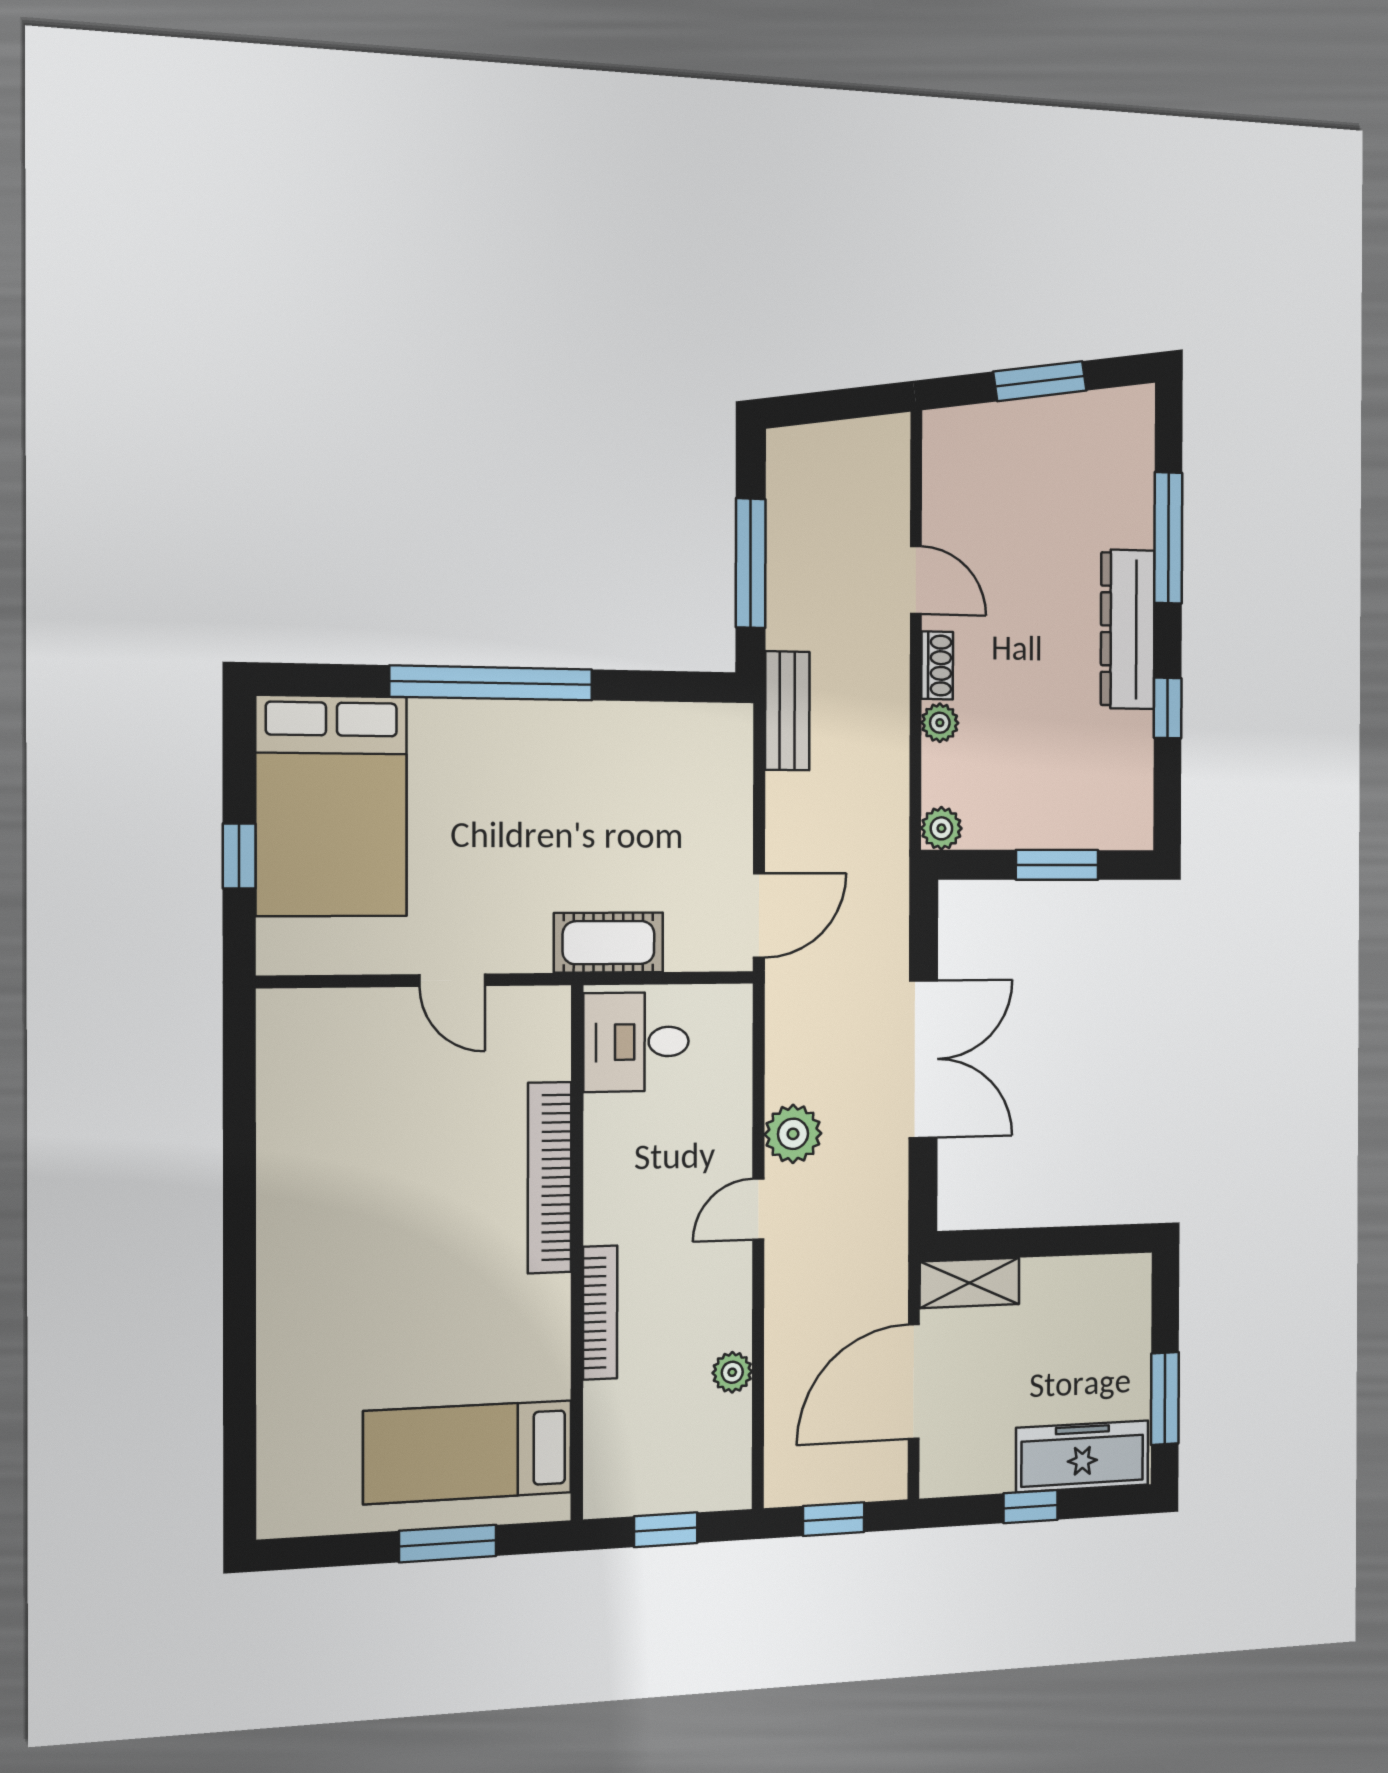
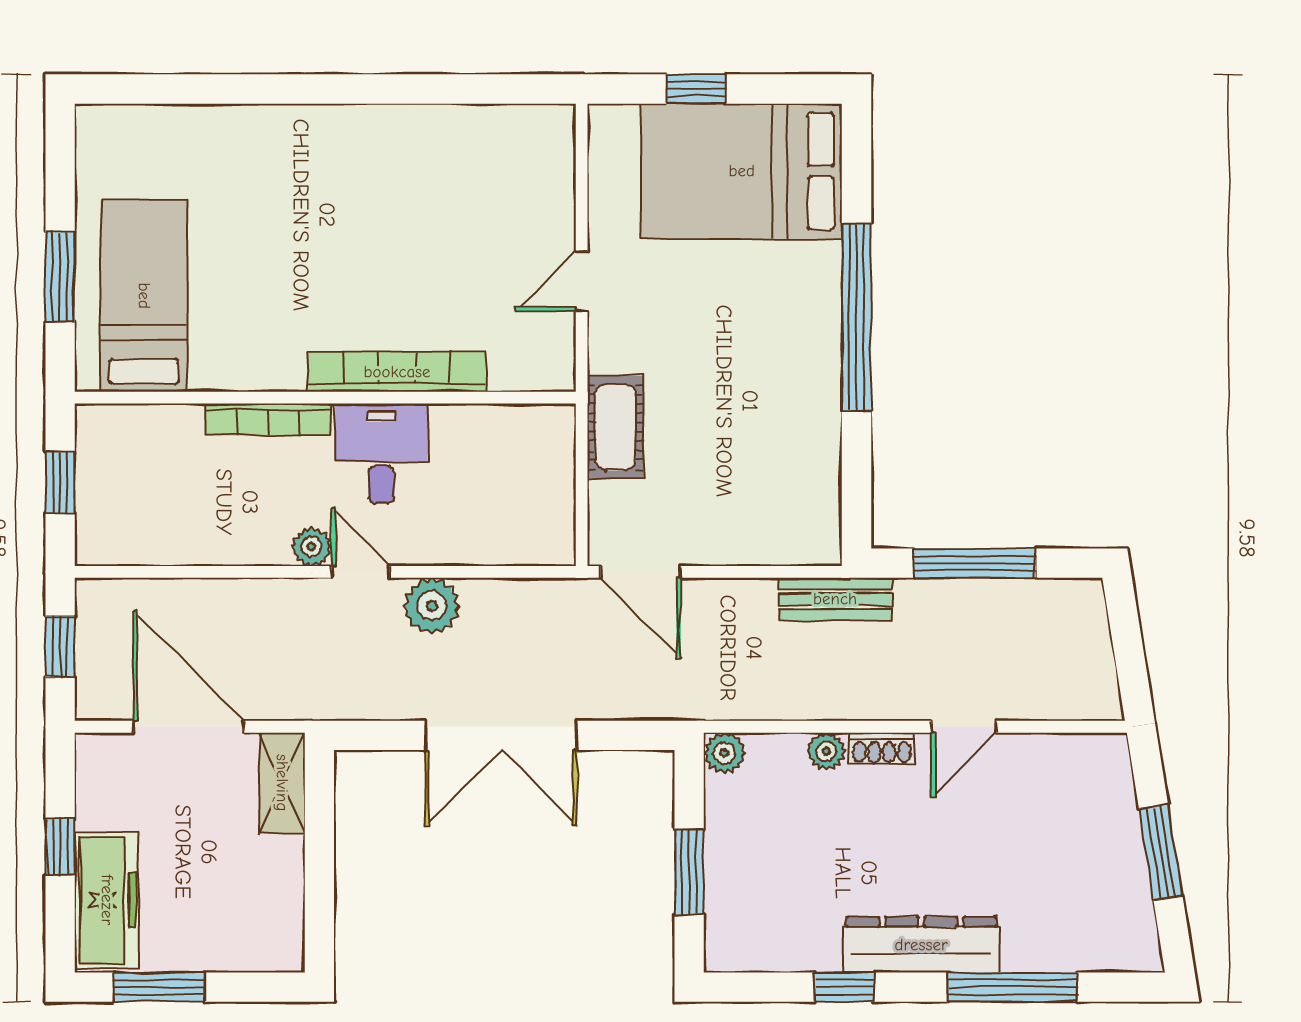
desk: (636, 1042) -> (381, 454), moved
plant: (732, 1372) -> (311, 547), moved

